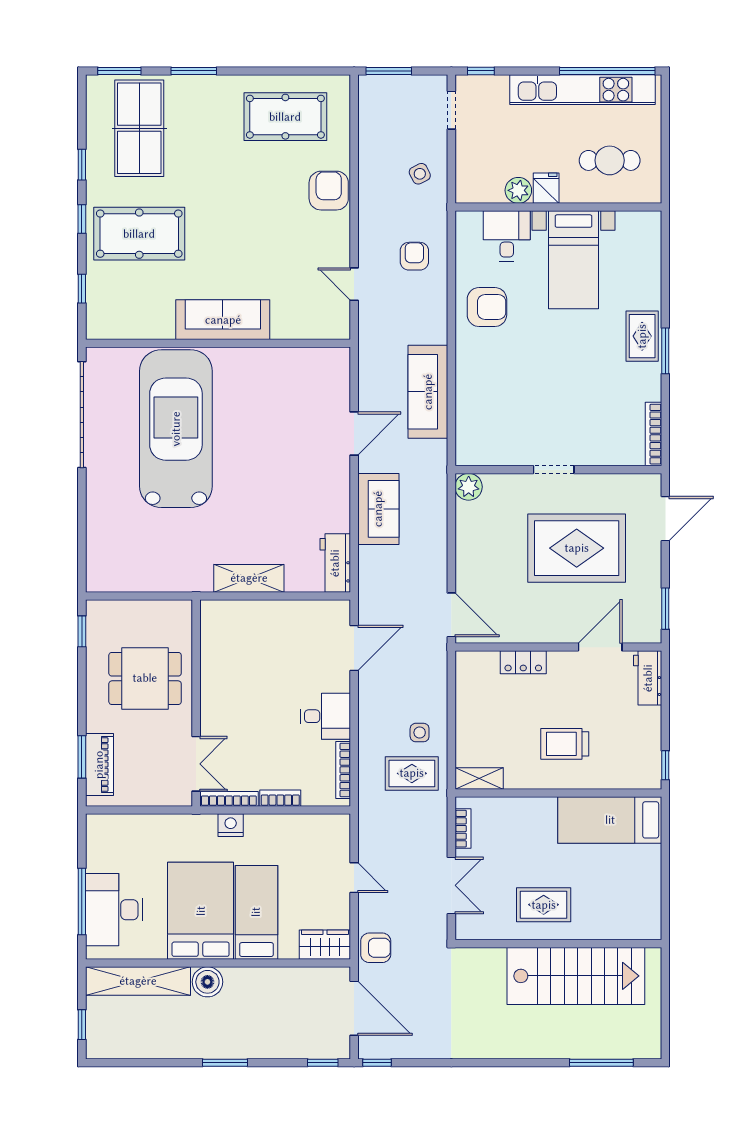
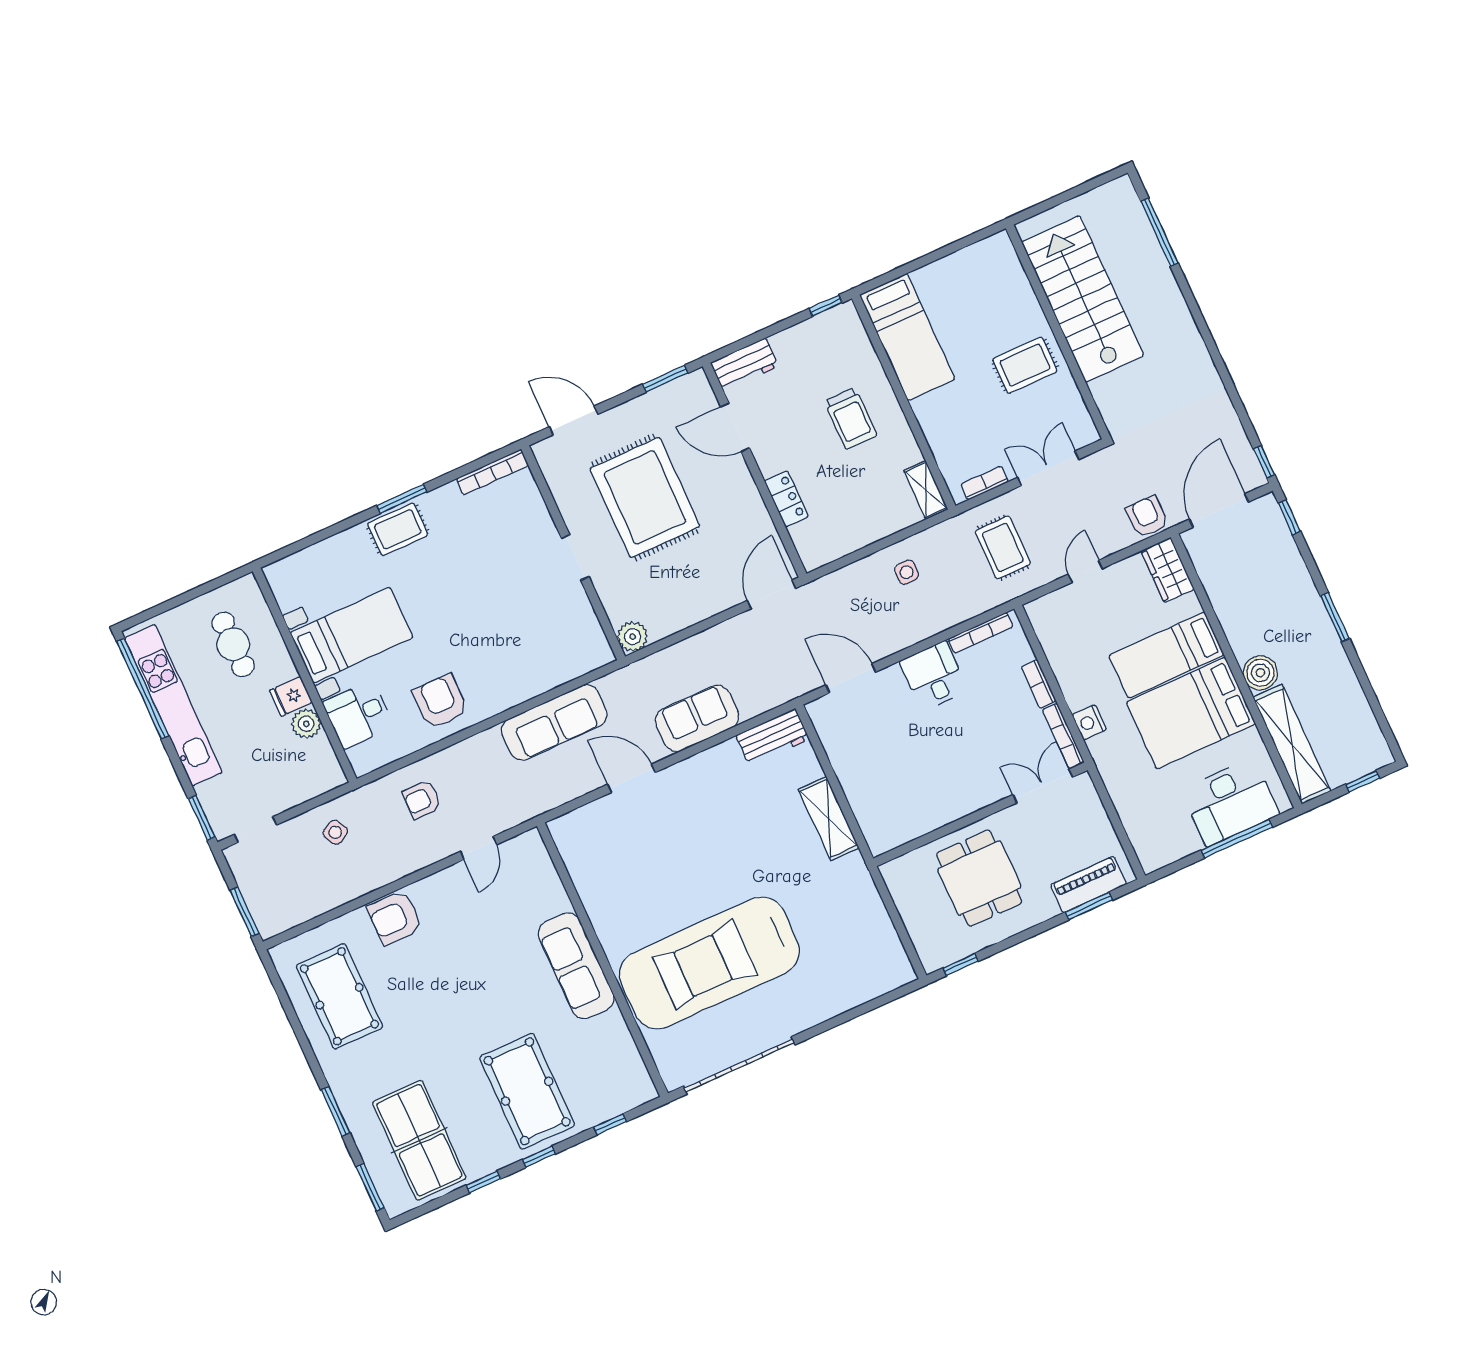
window: (481, 71) -> (202, 818), width x1.50
table tennis table: (139, 128) -> (419, 1140), turned 90
rug: (412, 773) -> (1003, 547), moved
rug: (544, 905) -> (1025, 365), turned 90

